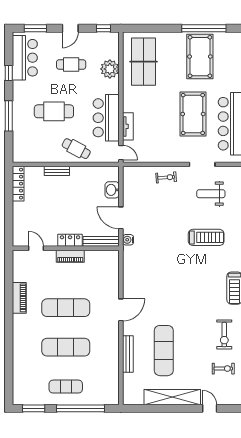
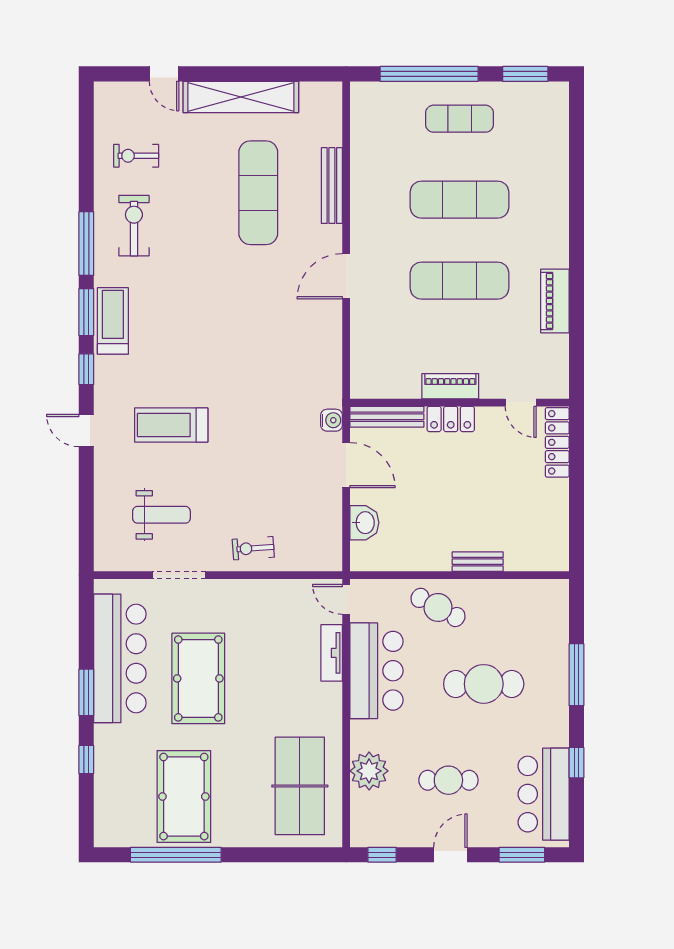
locker: (18, 184) -> (557, 442), moved

